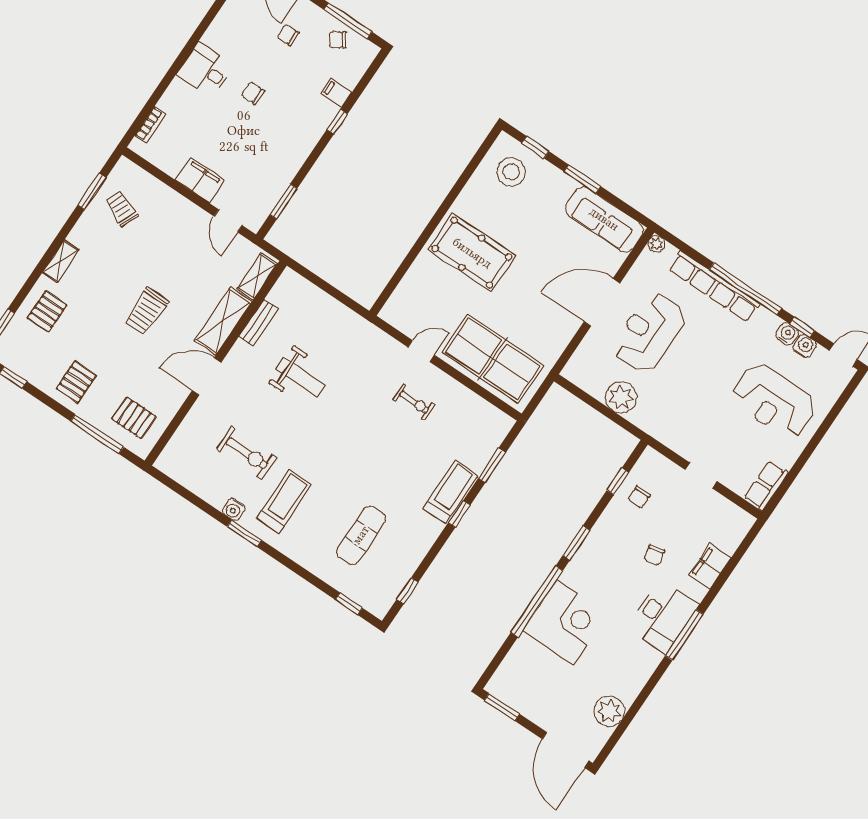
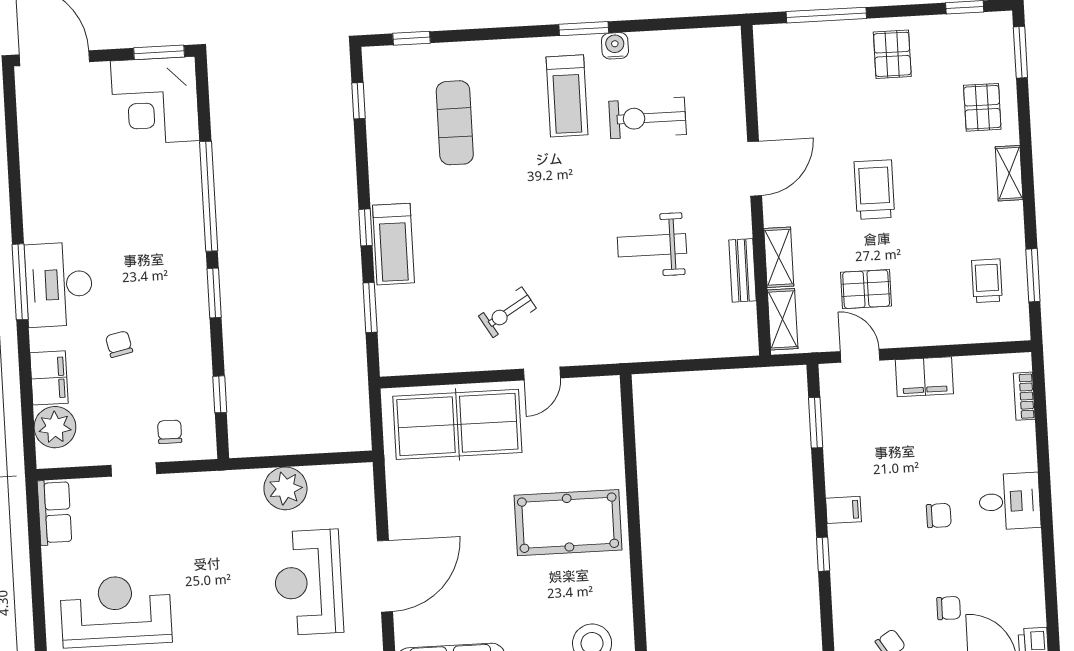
filing cabinet: (336, 93) -> (844, 510), moved
trolley: (121, 208) -> (987, 281), turned -113
shelving: (223, 321) -> (779, 257), width x0.67, depth x0.75
reception desk: (649, 333) -> (308, 582), turned 180
exercise bike: (414, 402) -> (507, 312), turned -31
pallet: (134, 418) -> (866, 289), moved
chair: (639, 497) -> (170, 432), moved
corner desk: (565, 623) -> (155, 101), moved
plant: (609, 711) -> (55, 427), moved

